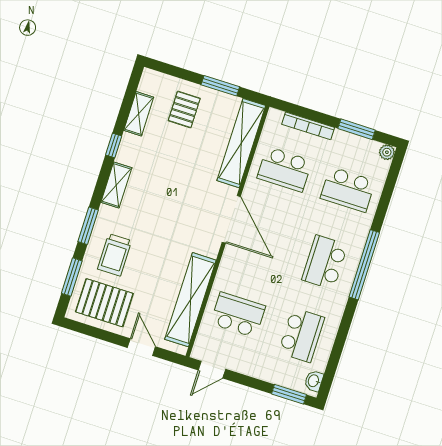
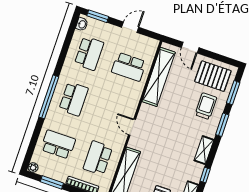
school desk: (284, 169) -> (98, 158), turned -90
door: (231, 219) -> (132, 127), width x0.53
school desk: (301, 335) -> (89, 53), turned 180
door: (212, 370) -> (130, 27), moved

